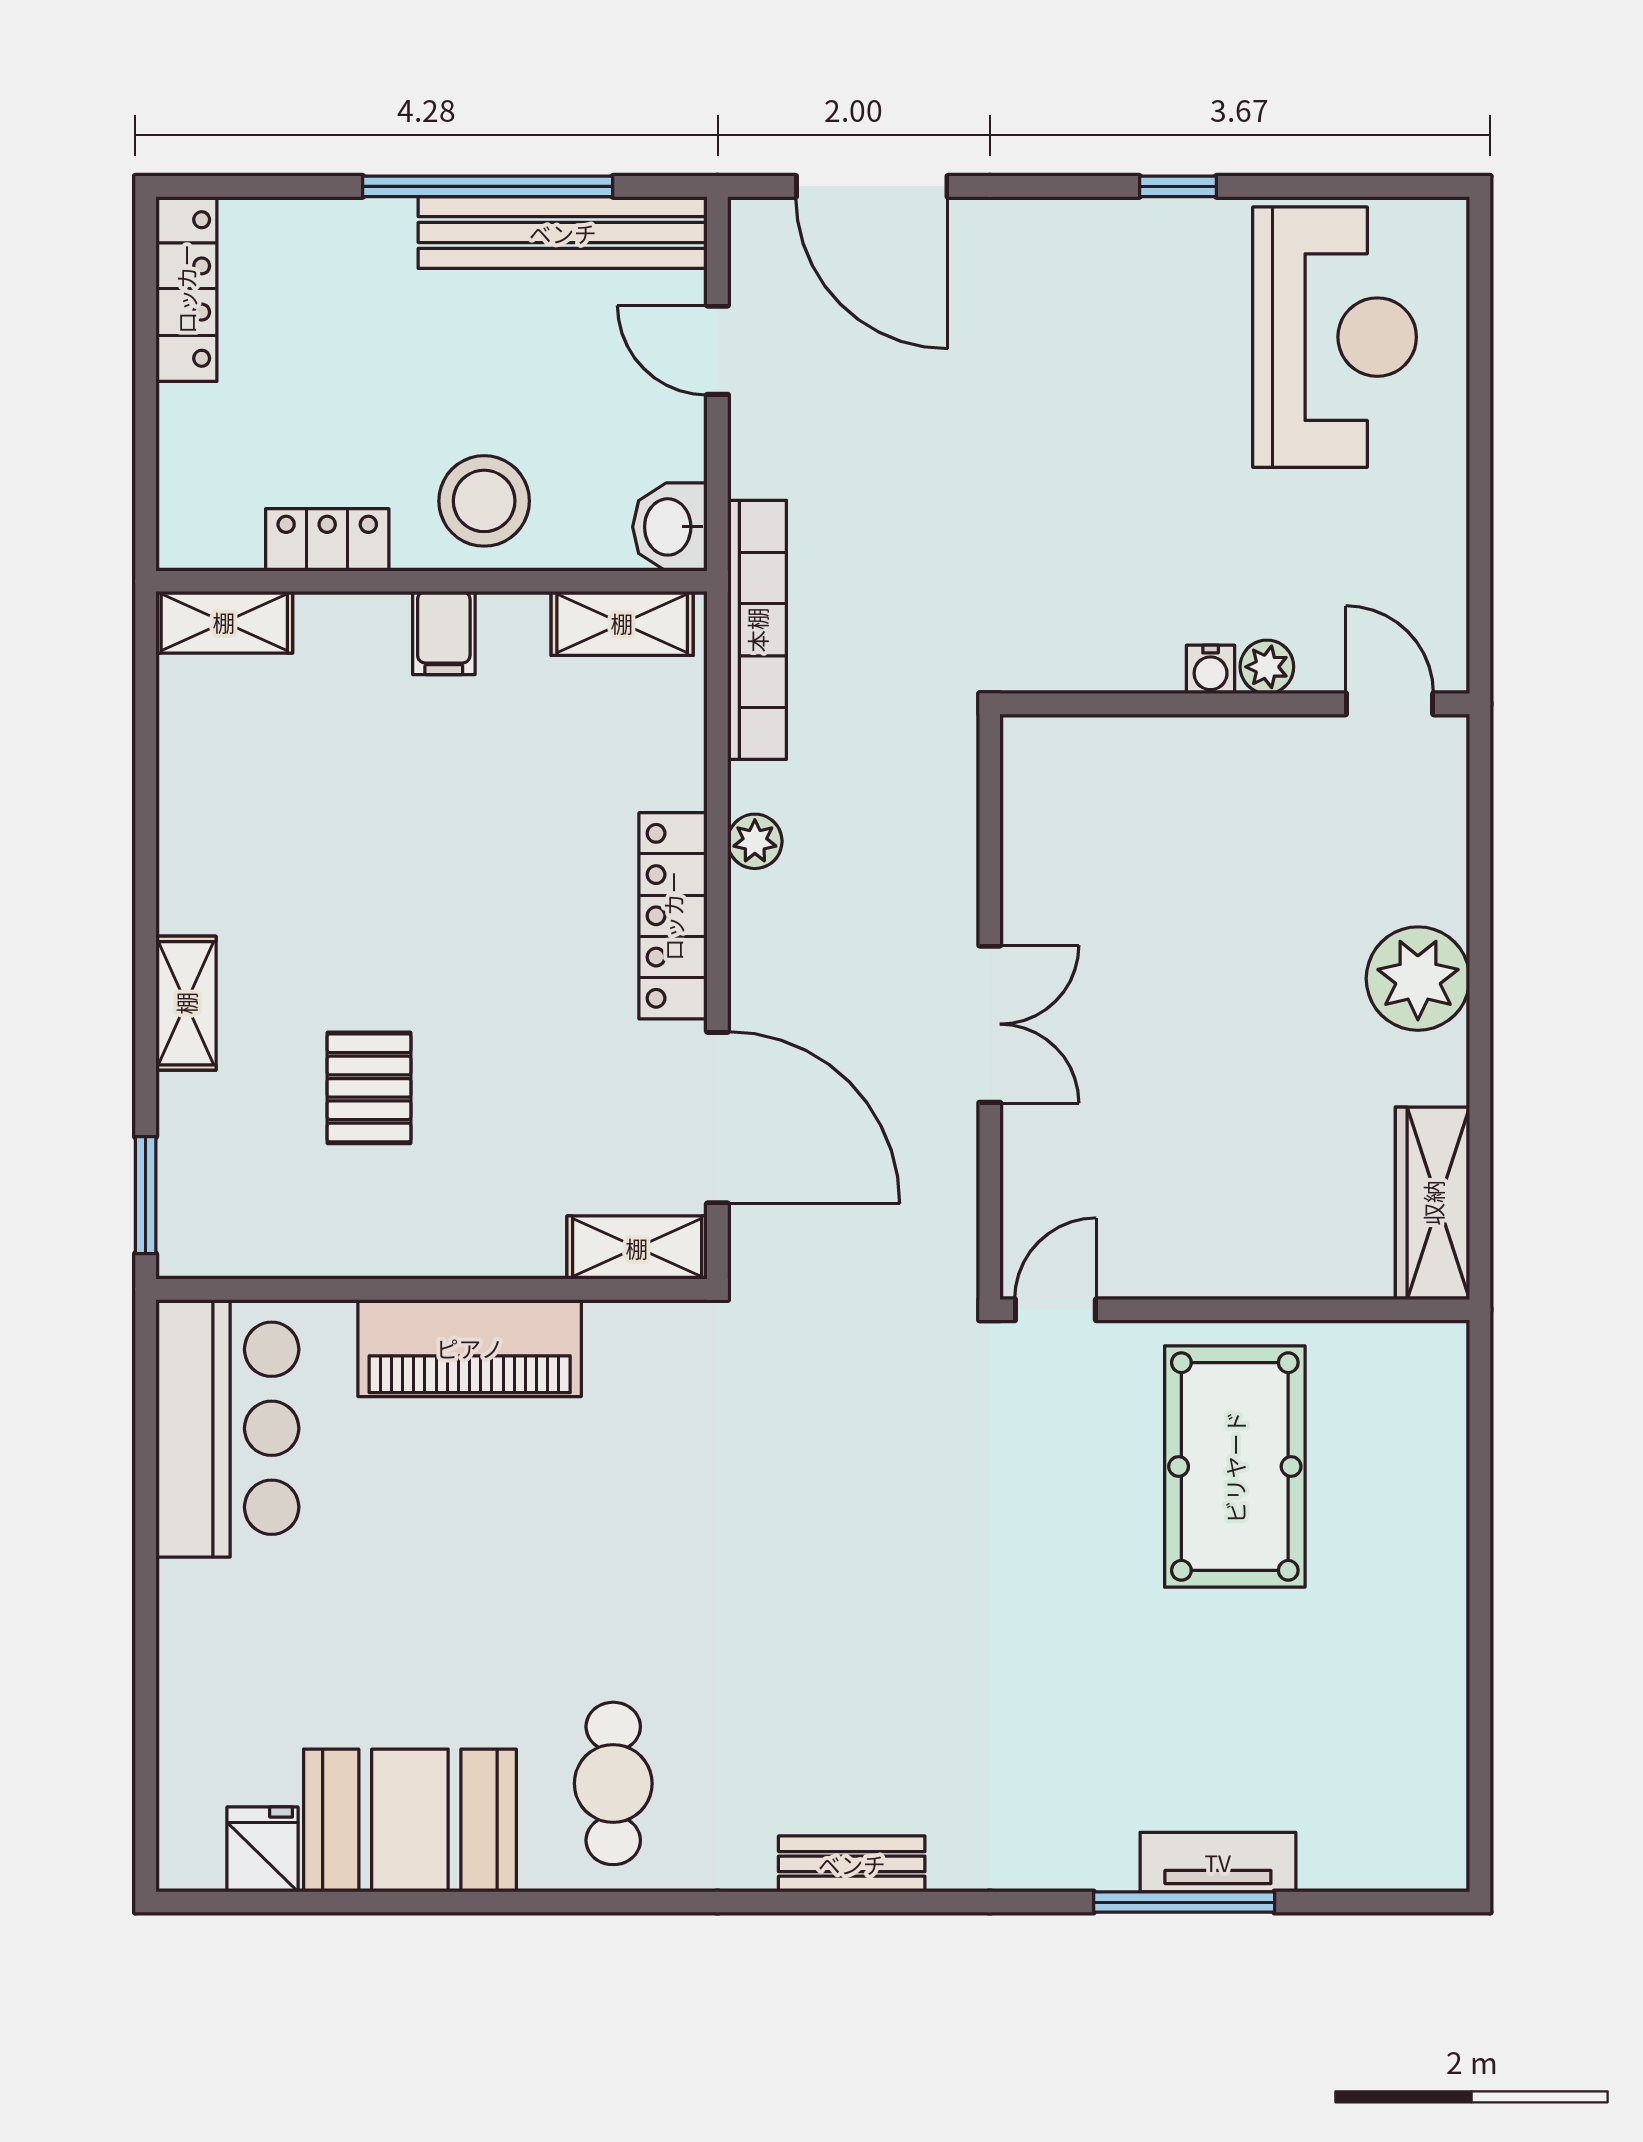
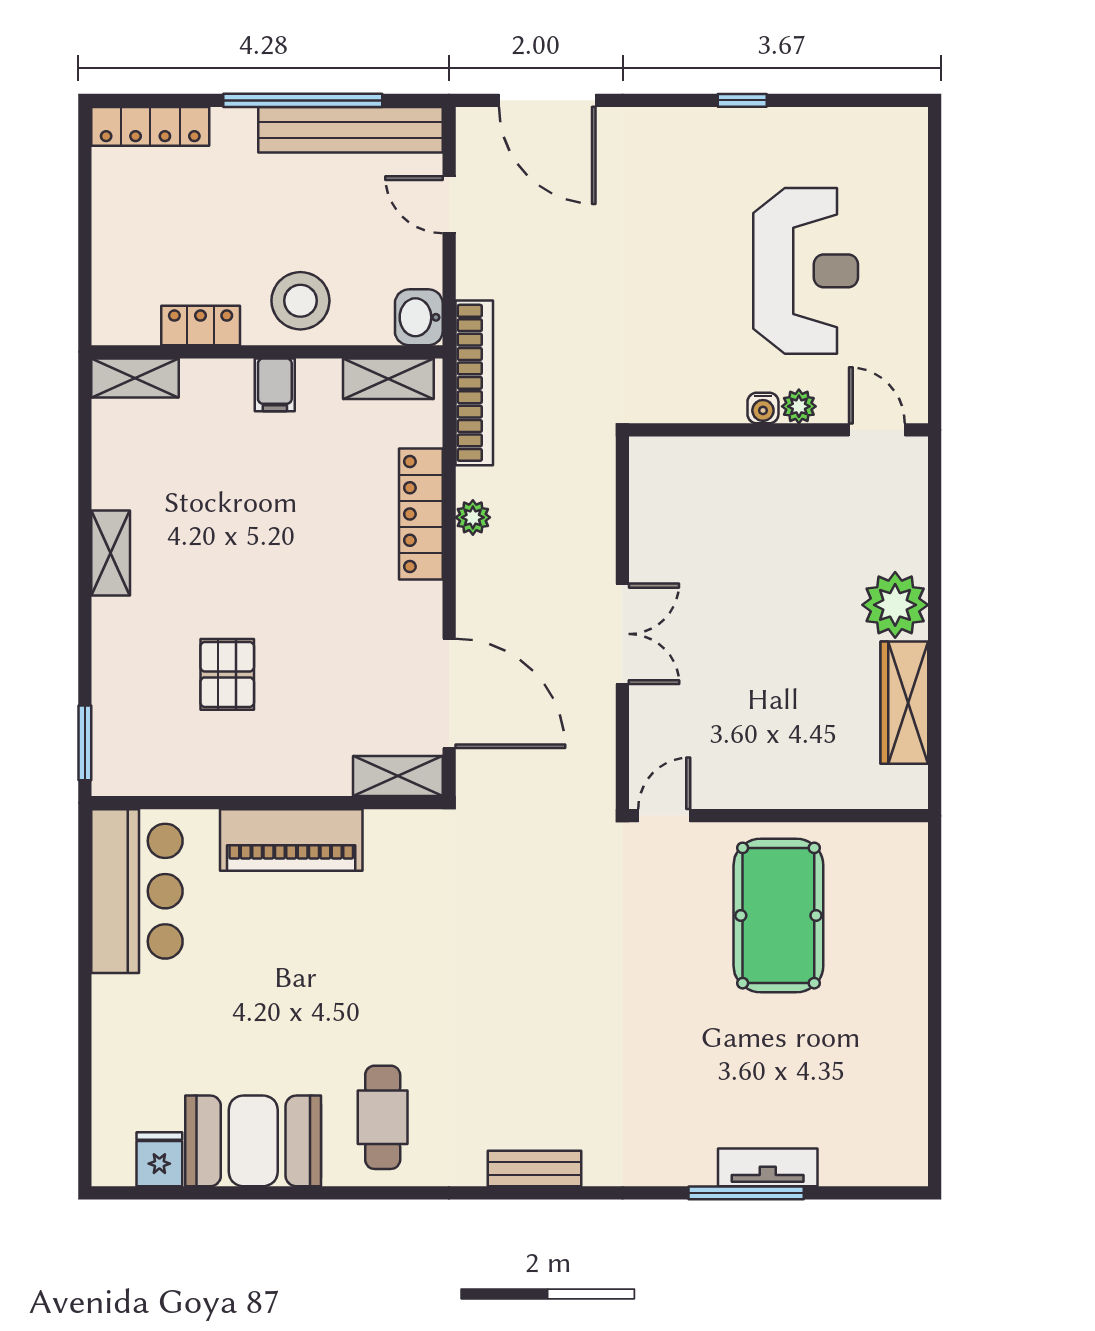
locker: (186, 289) -> (150, 126), moved, turned 90
reception desk: (1335, 337) -> (806, 271), moved
locker: (673, 916) -> (421, 514), moved
shelving: (186, 1003) -> (111, 553), moved
wardrobe: (1433, 1203) -> (904, 703), moved

